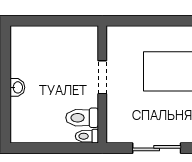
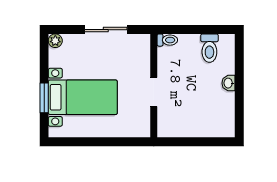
toilet: (82, 118) -> (209, 48), moved, turned 90

